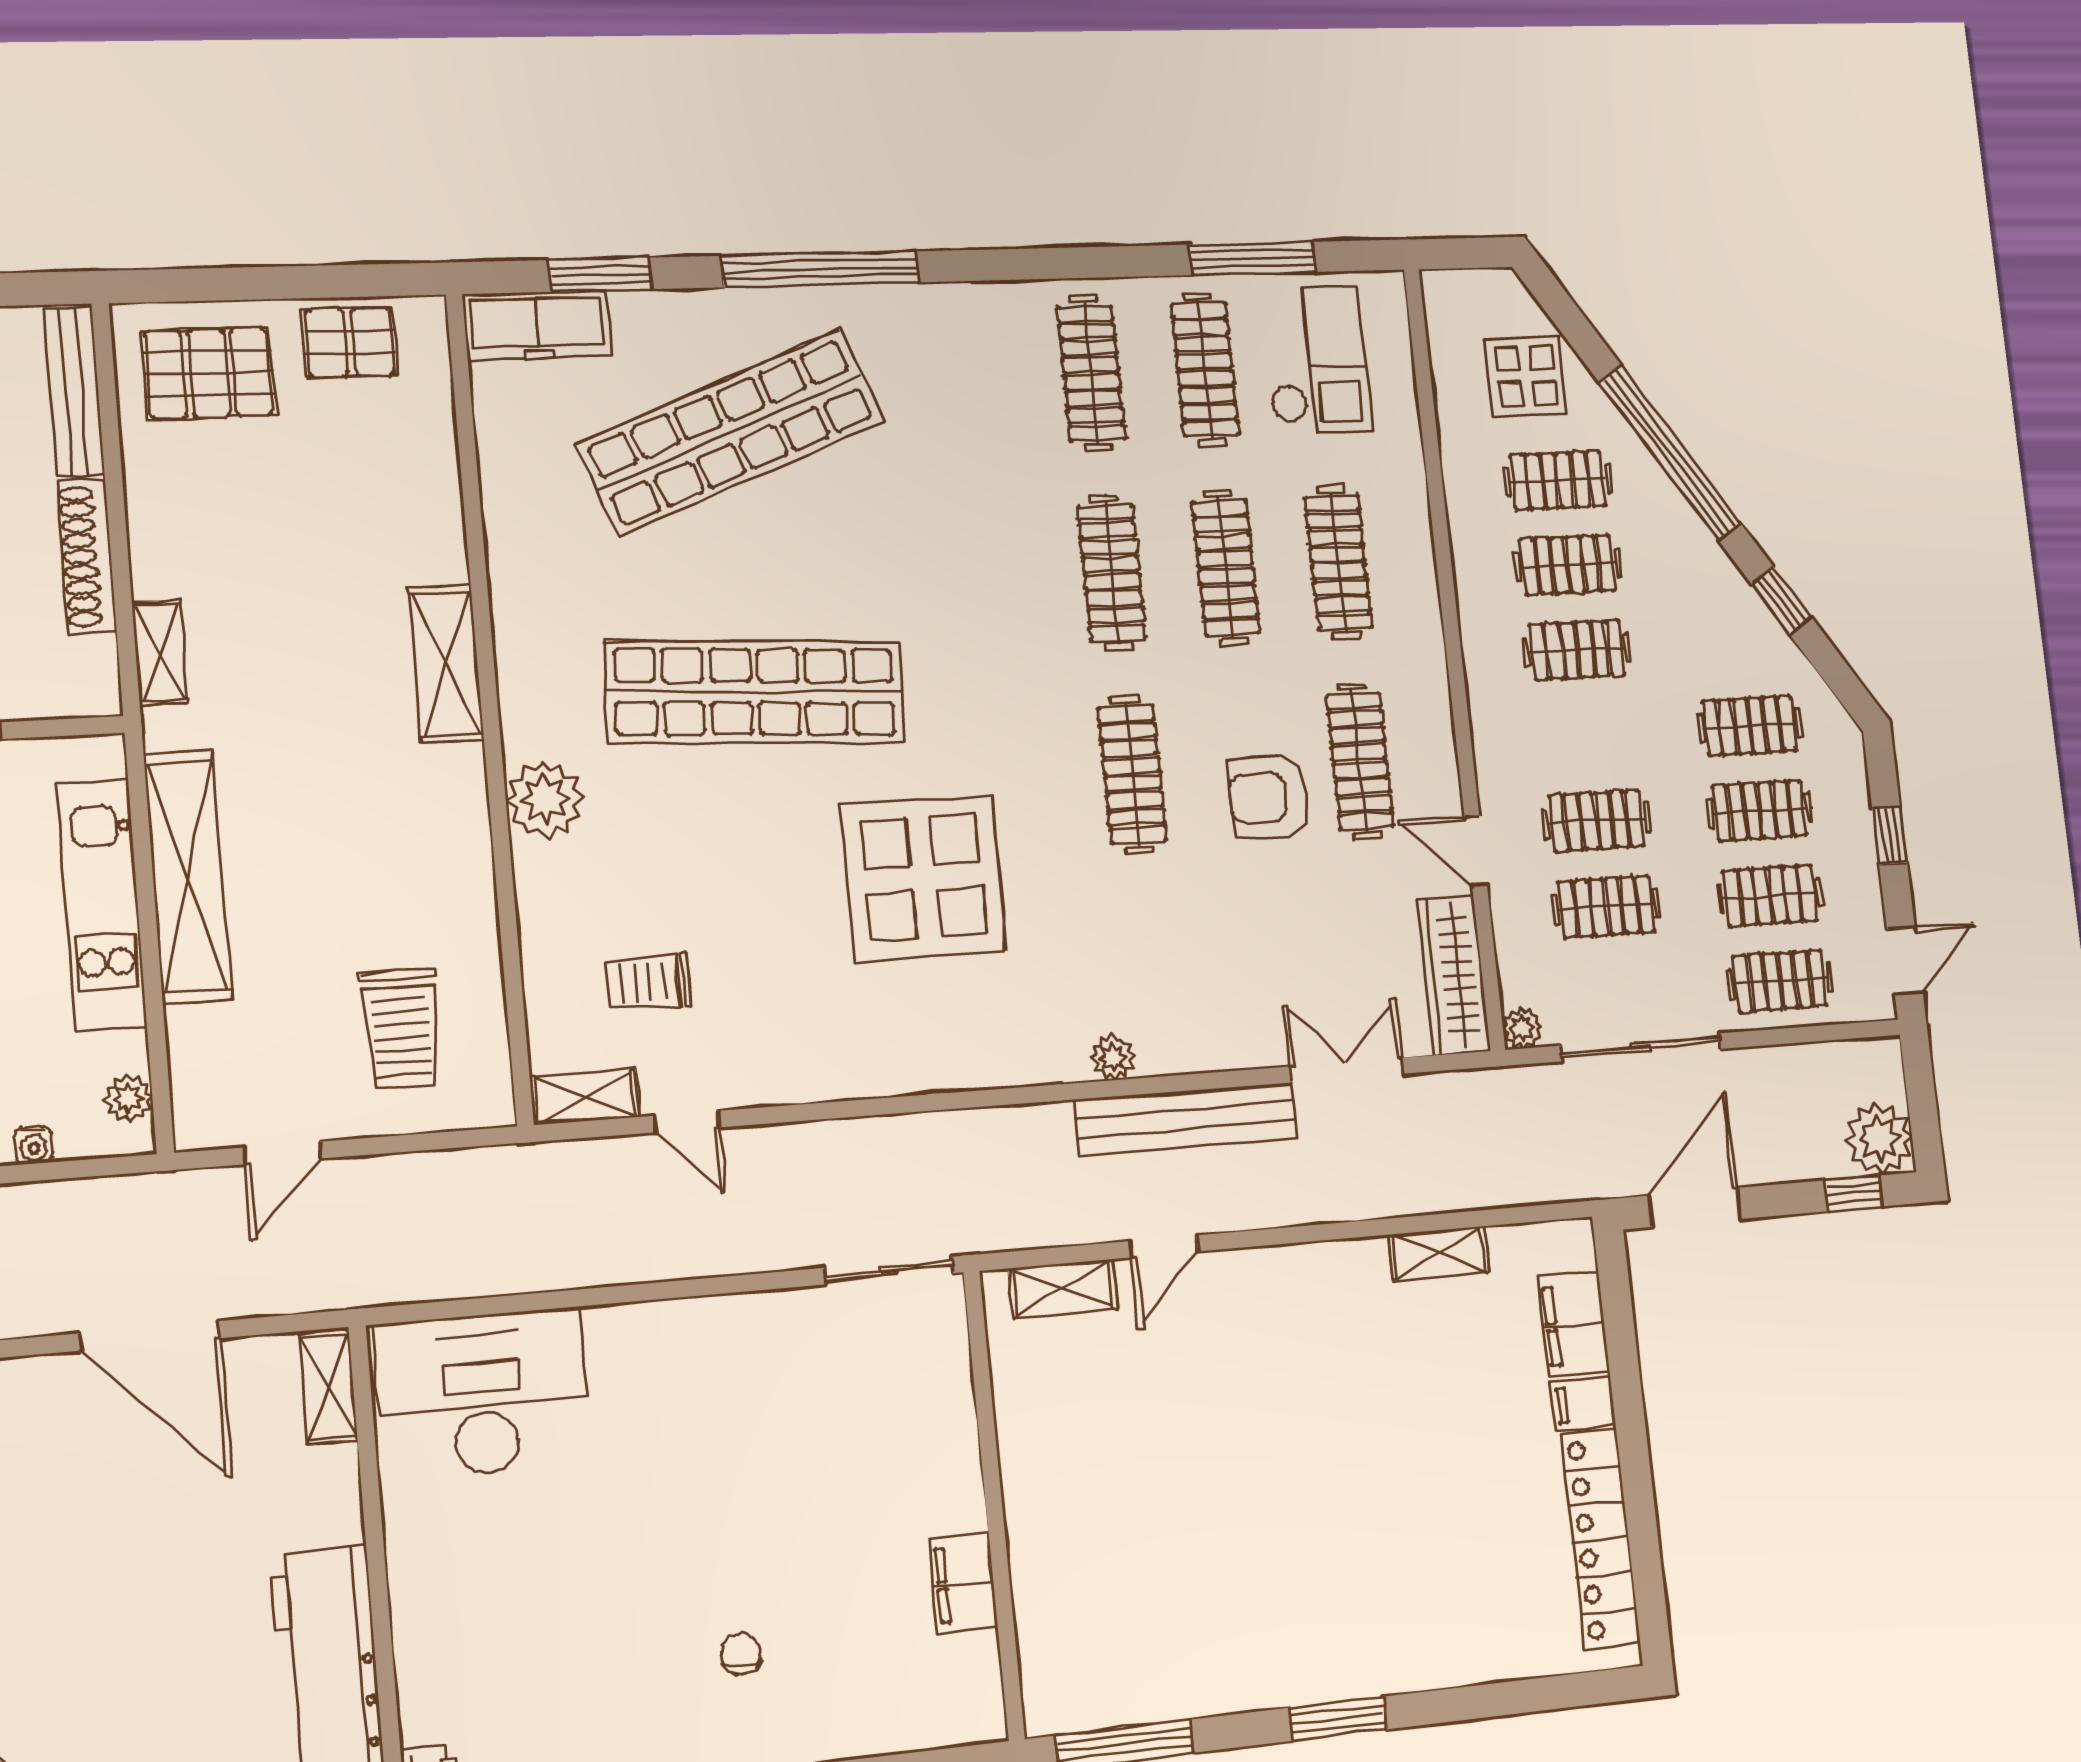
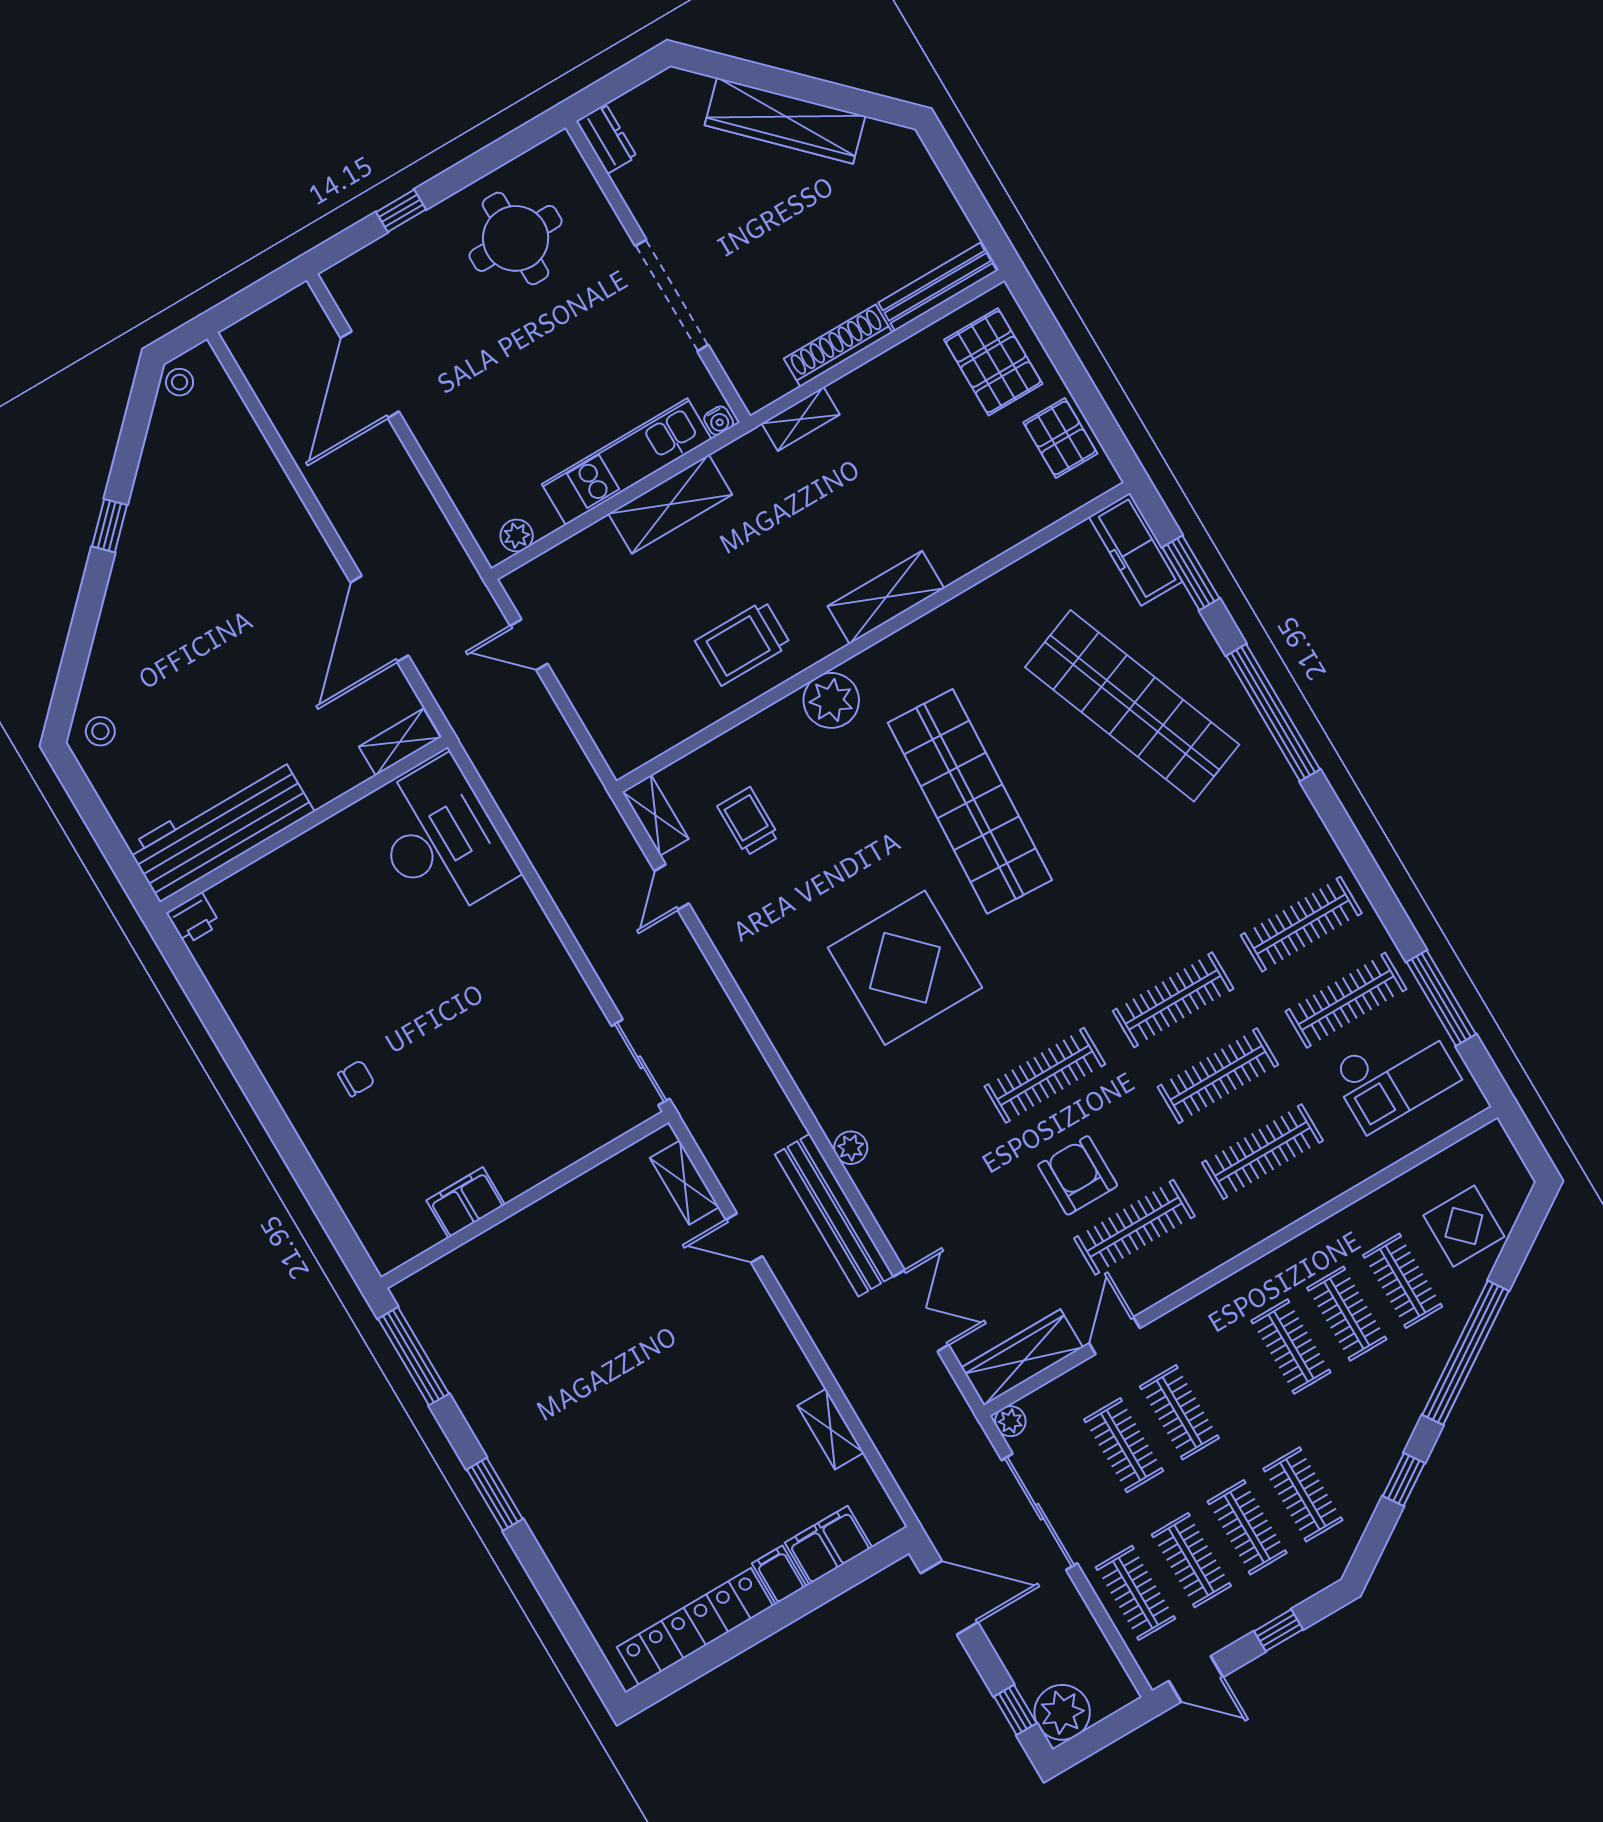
shelving: (187, 877) -> (670, 504), width x0.68
trolley: (401, 1029) -> (743, 643), moved
water cooler: (34, 1145) -> (719, 421), moved, turned -90

